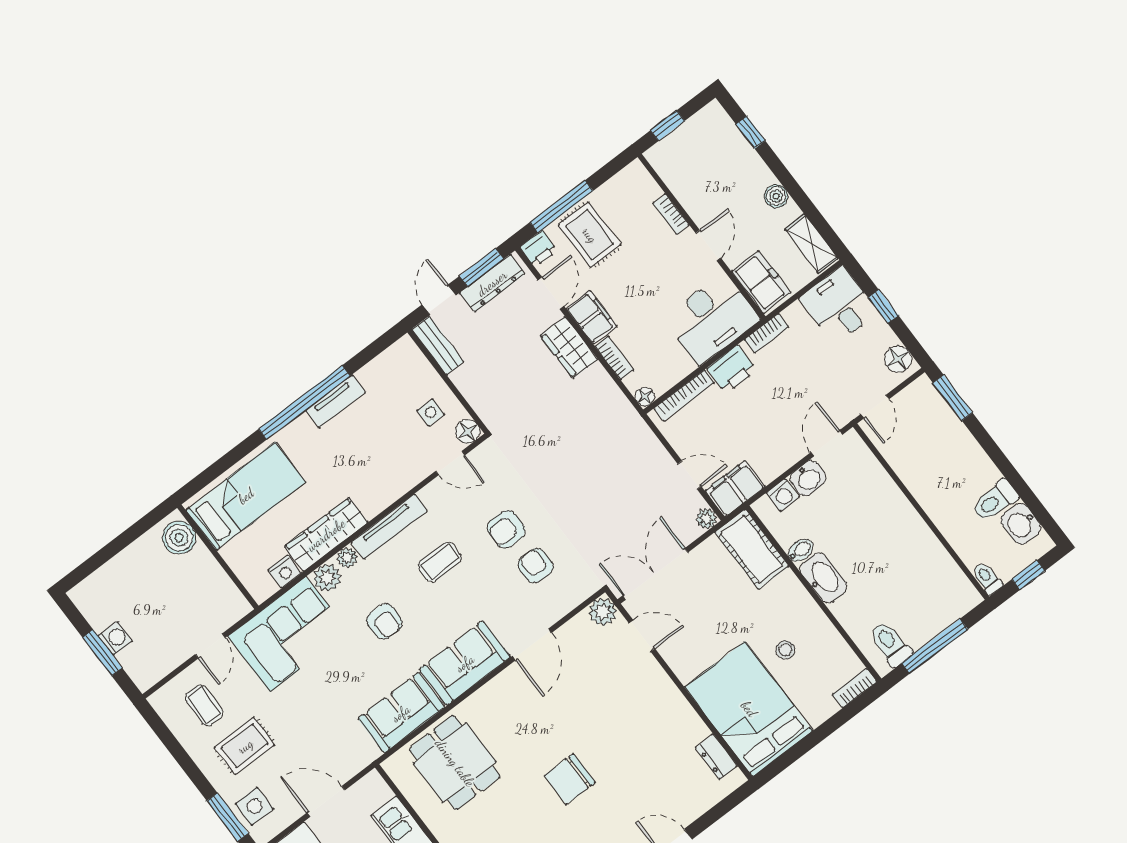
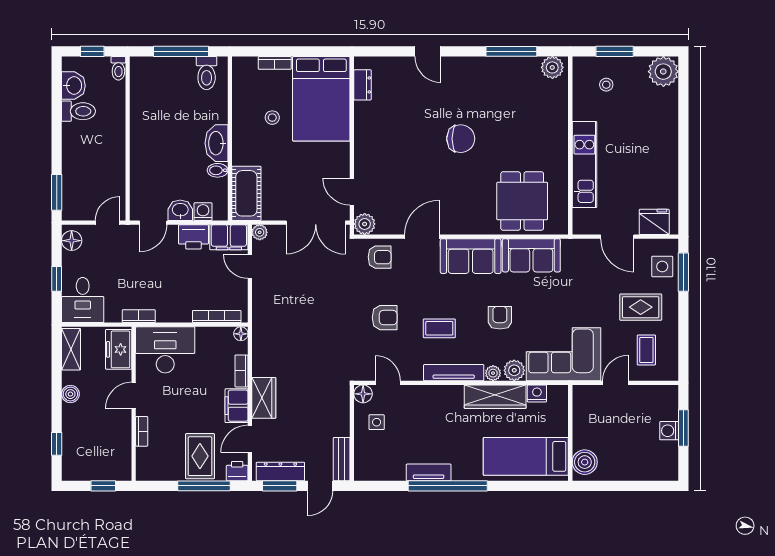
printer: (732, 369) -> (193, 237), moved, turned 180
armchair: (535, 566) -> (380, 257), moved, turned -90
bookcase: (855, 688) -> (275, 63), moved

